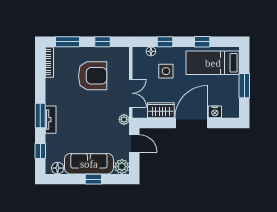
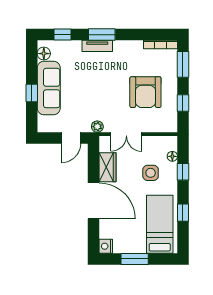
nightstand: (215, 112) -> (106, 246), moved
plant: (122, 167) -> (45, 124), removed

